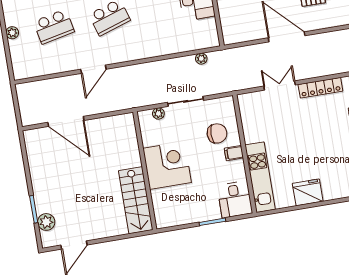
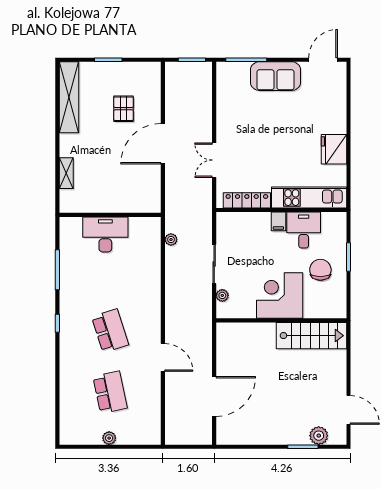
locker: (320, 88) -> (247, 200), moved, turned -90
chair: (217, 133) -> (320, 270), moved
desk: (235, 199) -> (304, 230), moved, turned -90

